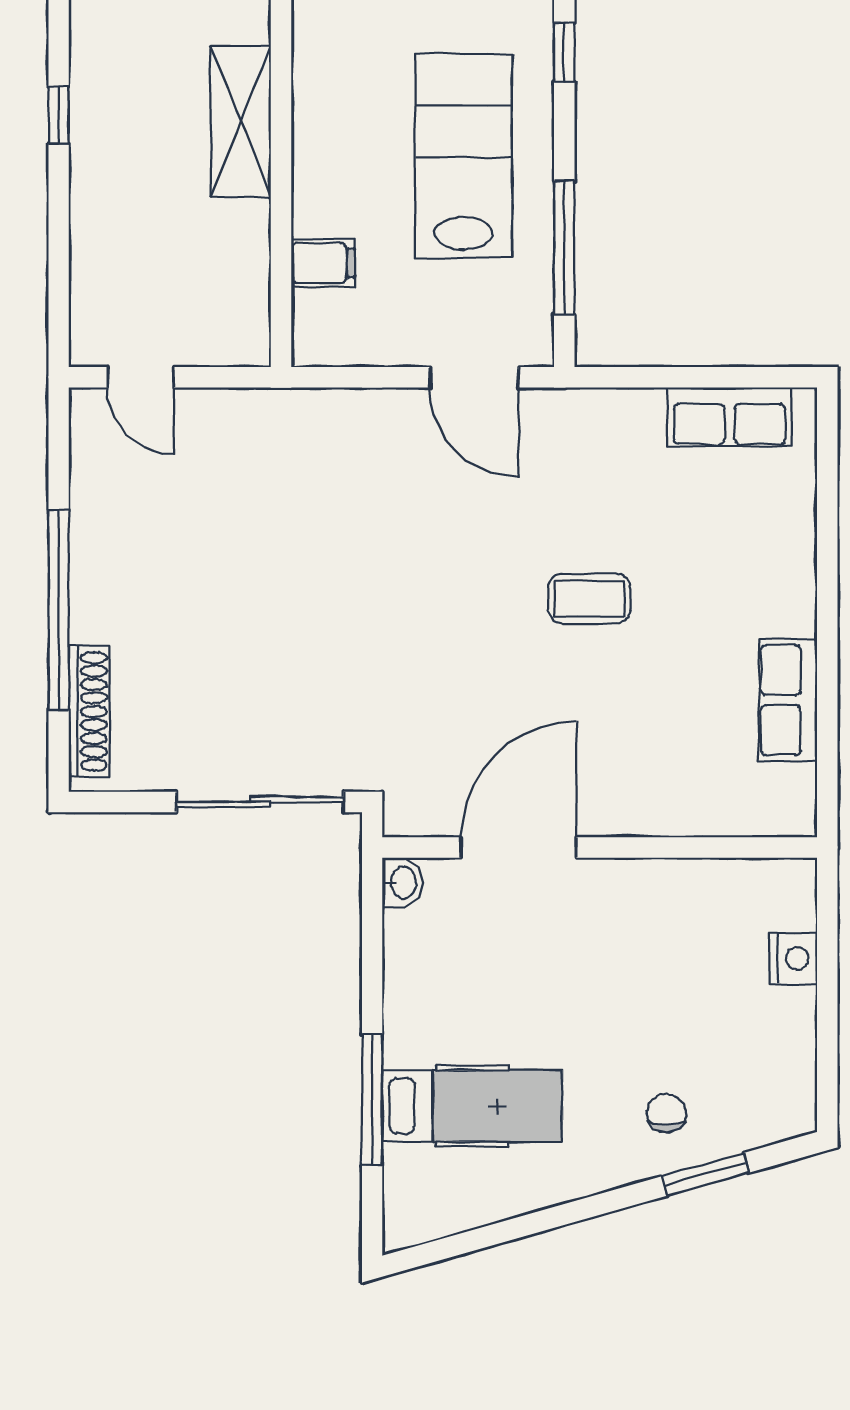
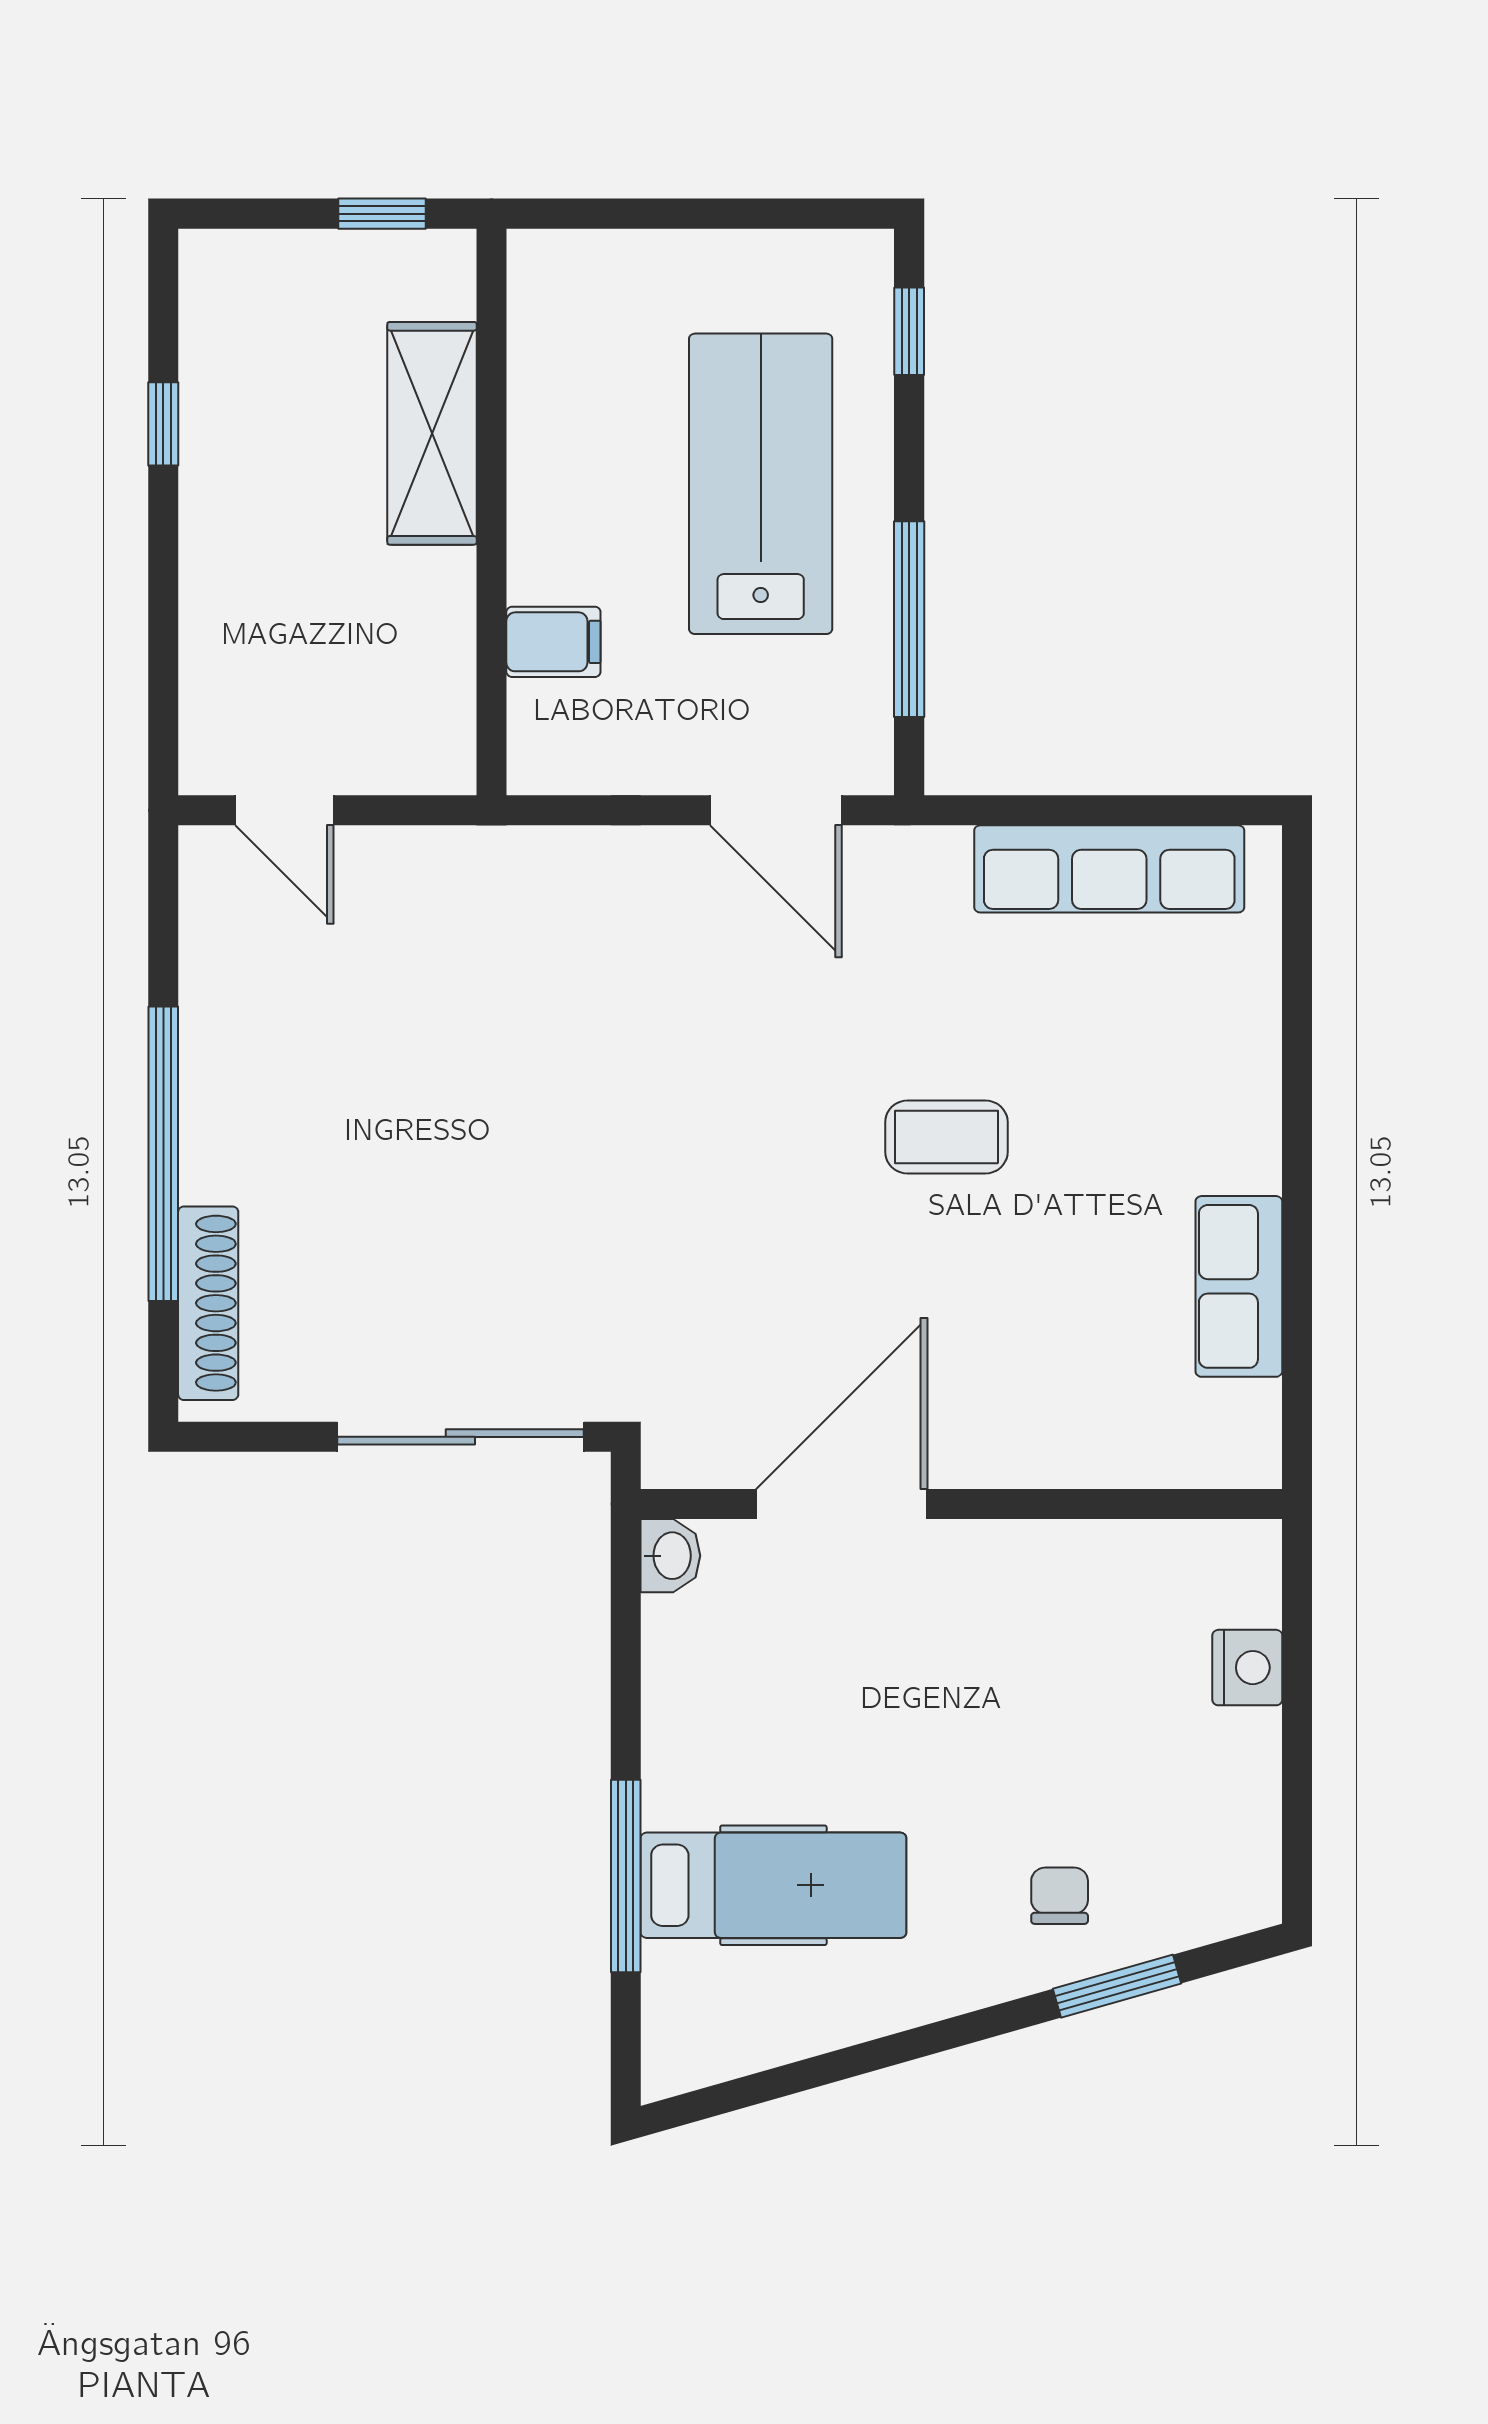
row of seats: (730, 417) -> (1109, 869), width x1.48

